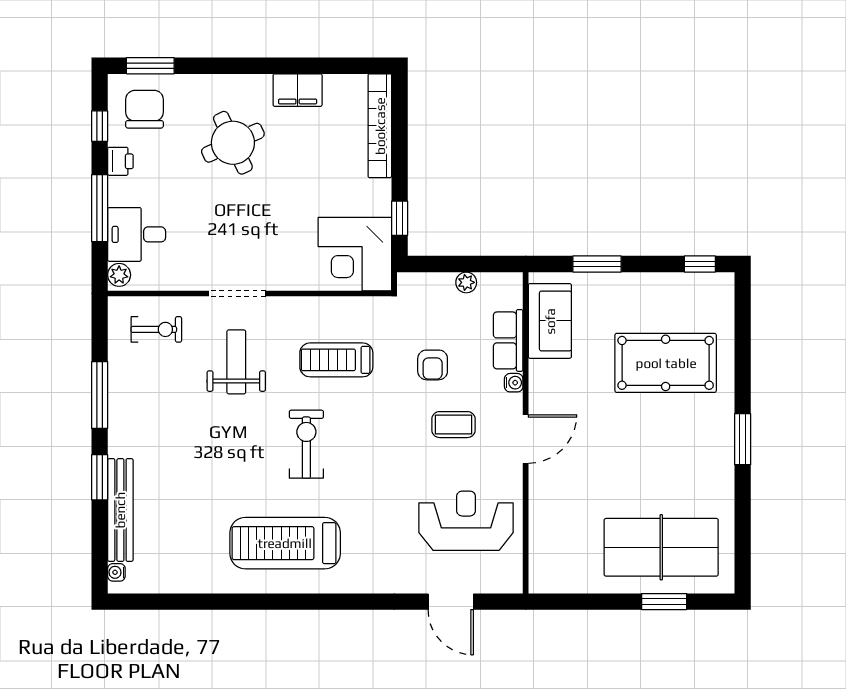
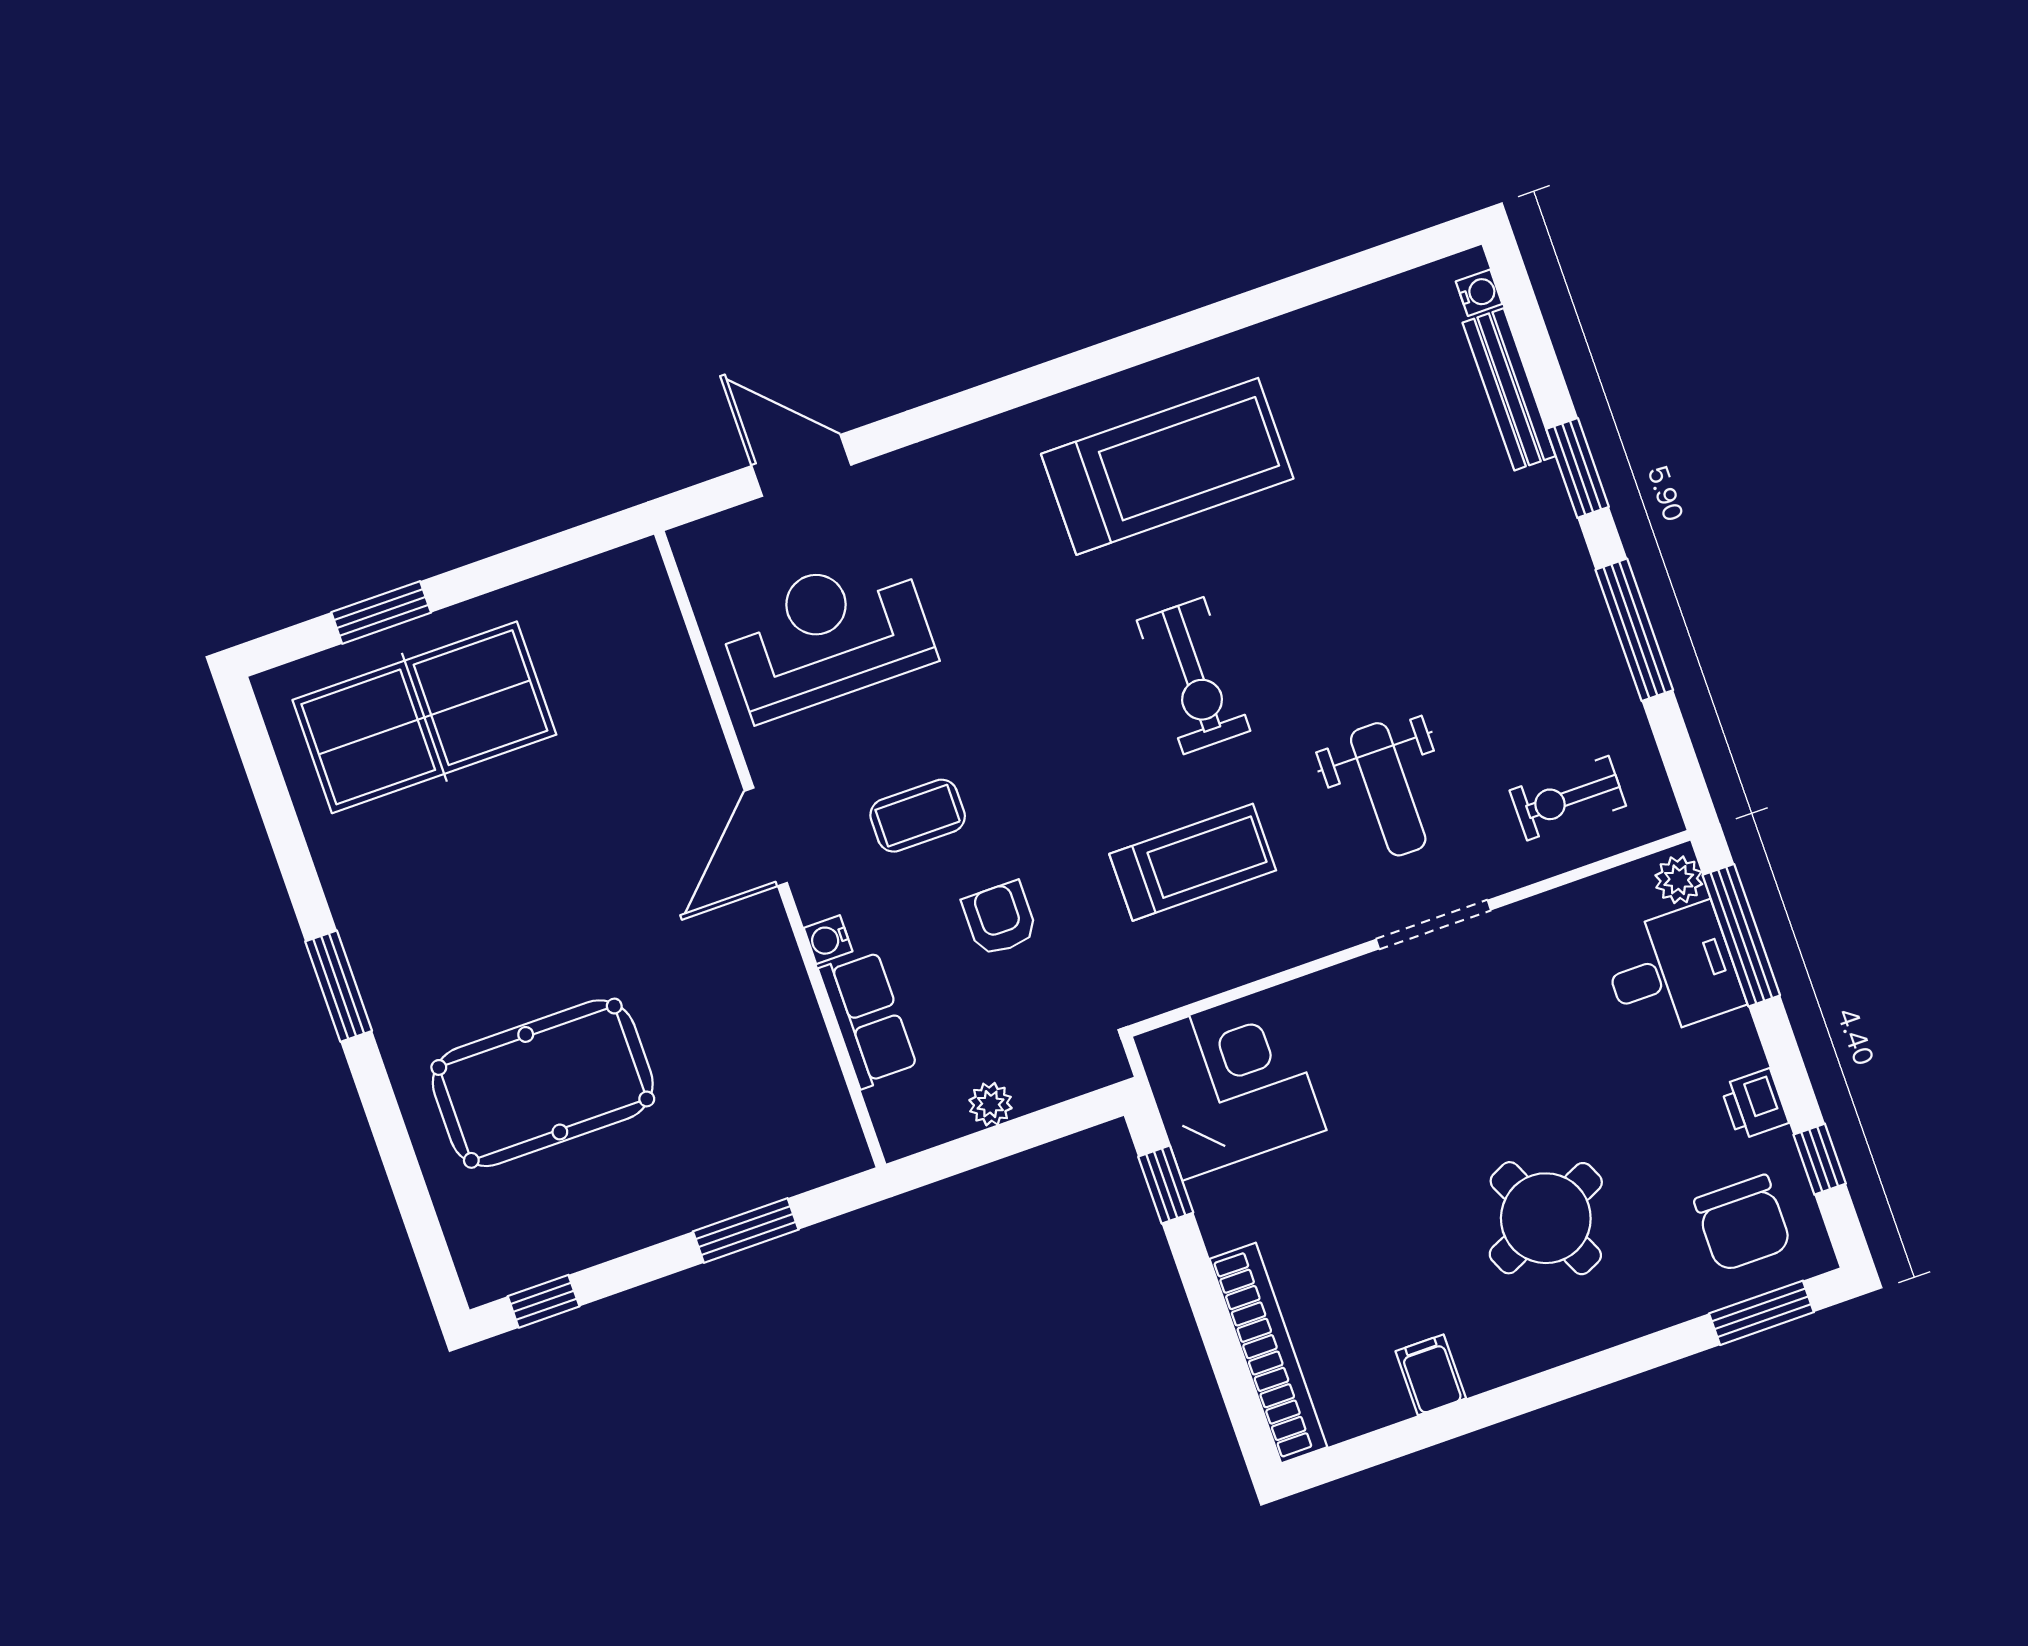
filing cabinet: (298, 90) -> (1431, 1375), width x0.50
window: (100, 208) -> (1741, 935), moved
sofa: (550, 321) -> (799, 1086), removed
bench: (120, 510) -> (1509, 389), width x0.73, depth x0.82
reception desk: (466, 521) -> (827, 635), turned 180

